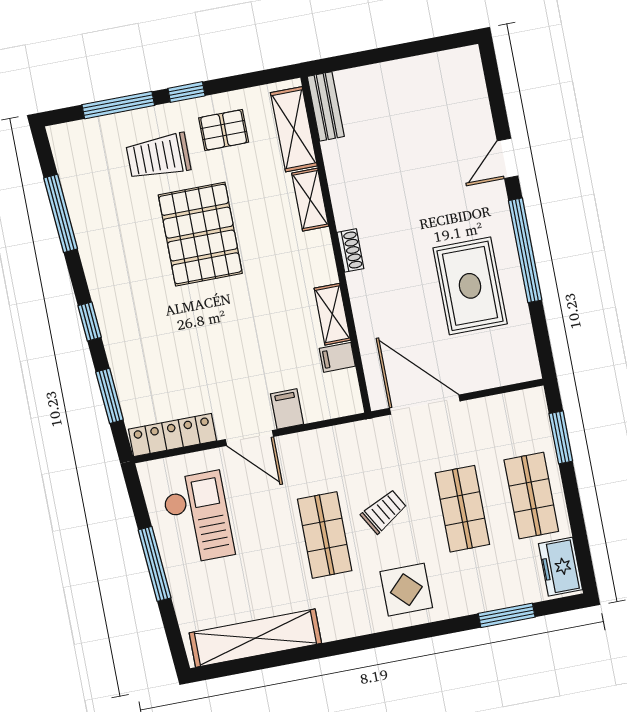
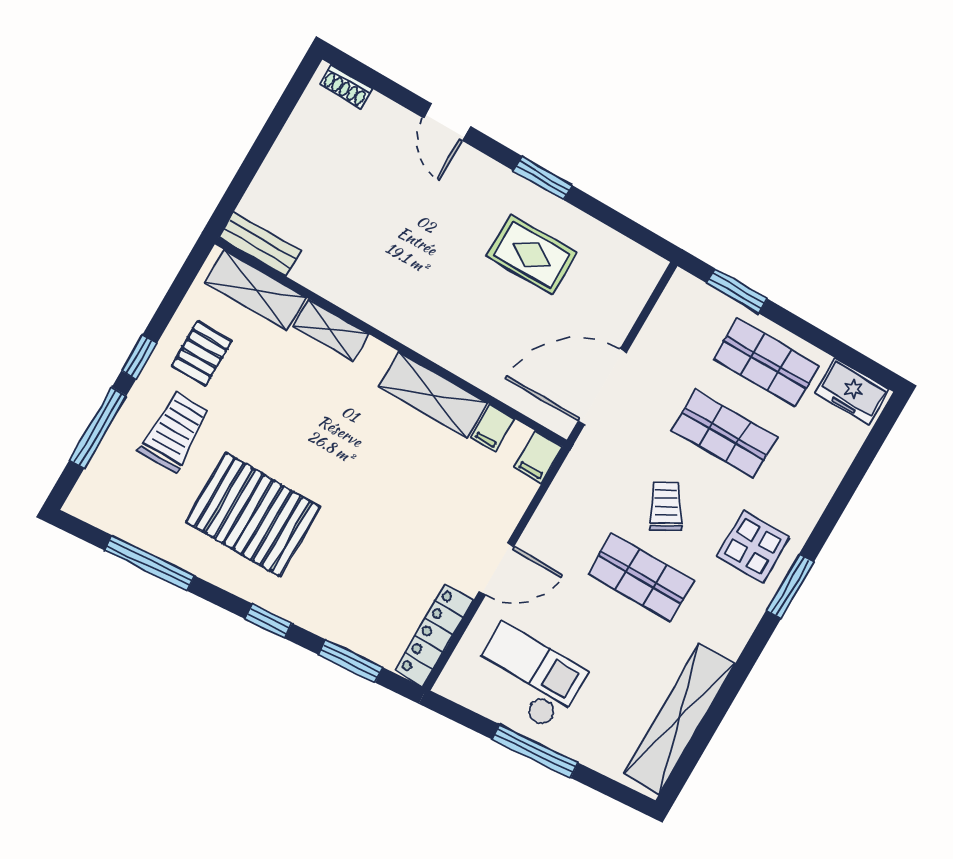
trolley: (158, 156) -> (175, 432), turned 180
pallet: (200, 234) -> (253, 514), moved
shoe rack: (350, 250) -> (346, 87), moved, turned 180
window: (525, 250) -> (543, 178), width x0.47
rug: (470, 286) -> (532, 254), width x0.73, depth x0.70
shelving: (332, 314) -> (433, 395), width x1.50, depth x1.33
filing cabinet: (287, 409) -> (538, 457), moved, turned -90
window: (507, 615) -> (790, 586), moved

